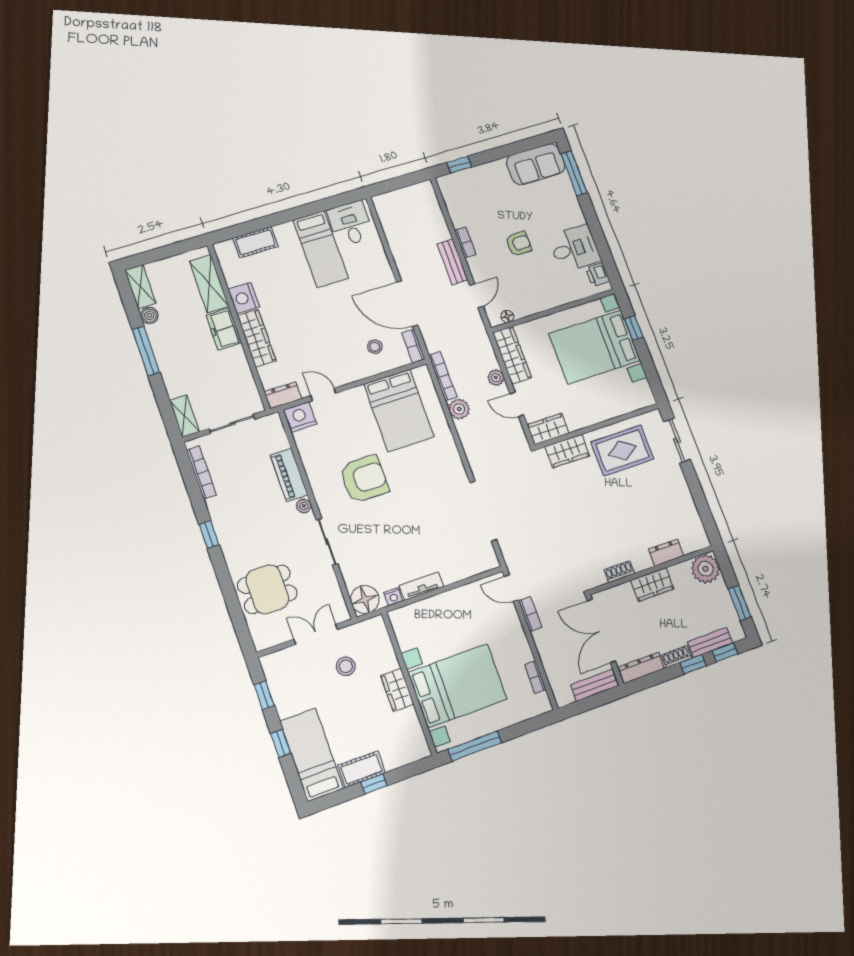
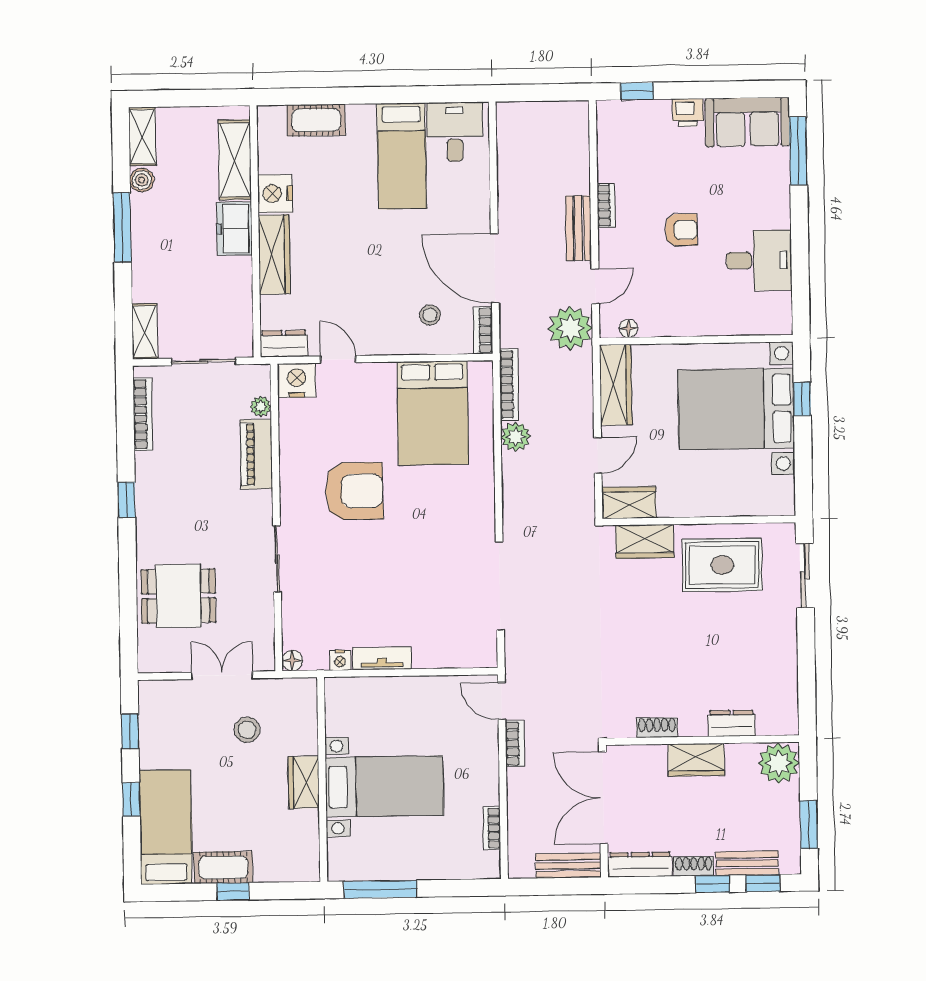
printer: (598, 275) -> (688, 113), moved, turned -90
plant: (496, 378) -> (570, 328), moved, width x1.88, depth x1.88
door: (517, 404) -> (598, 455), swing flipped
plant: (304, 506) -> (261, 406), moved
floor lamp: (365, 599) -> (292, 661), width x0.53, depth x0.53
bed with nightstands: (458, 686) -> (384, 786), width x0.73

